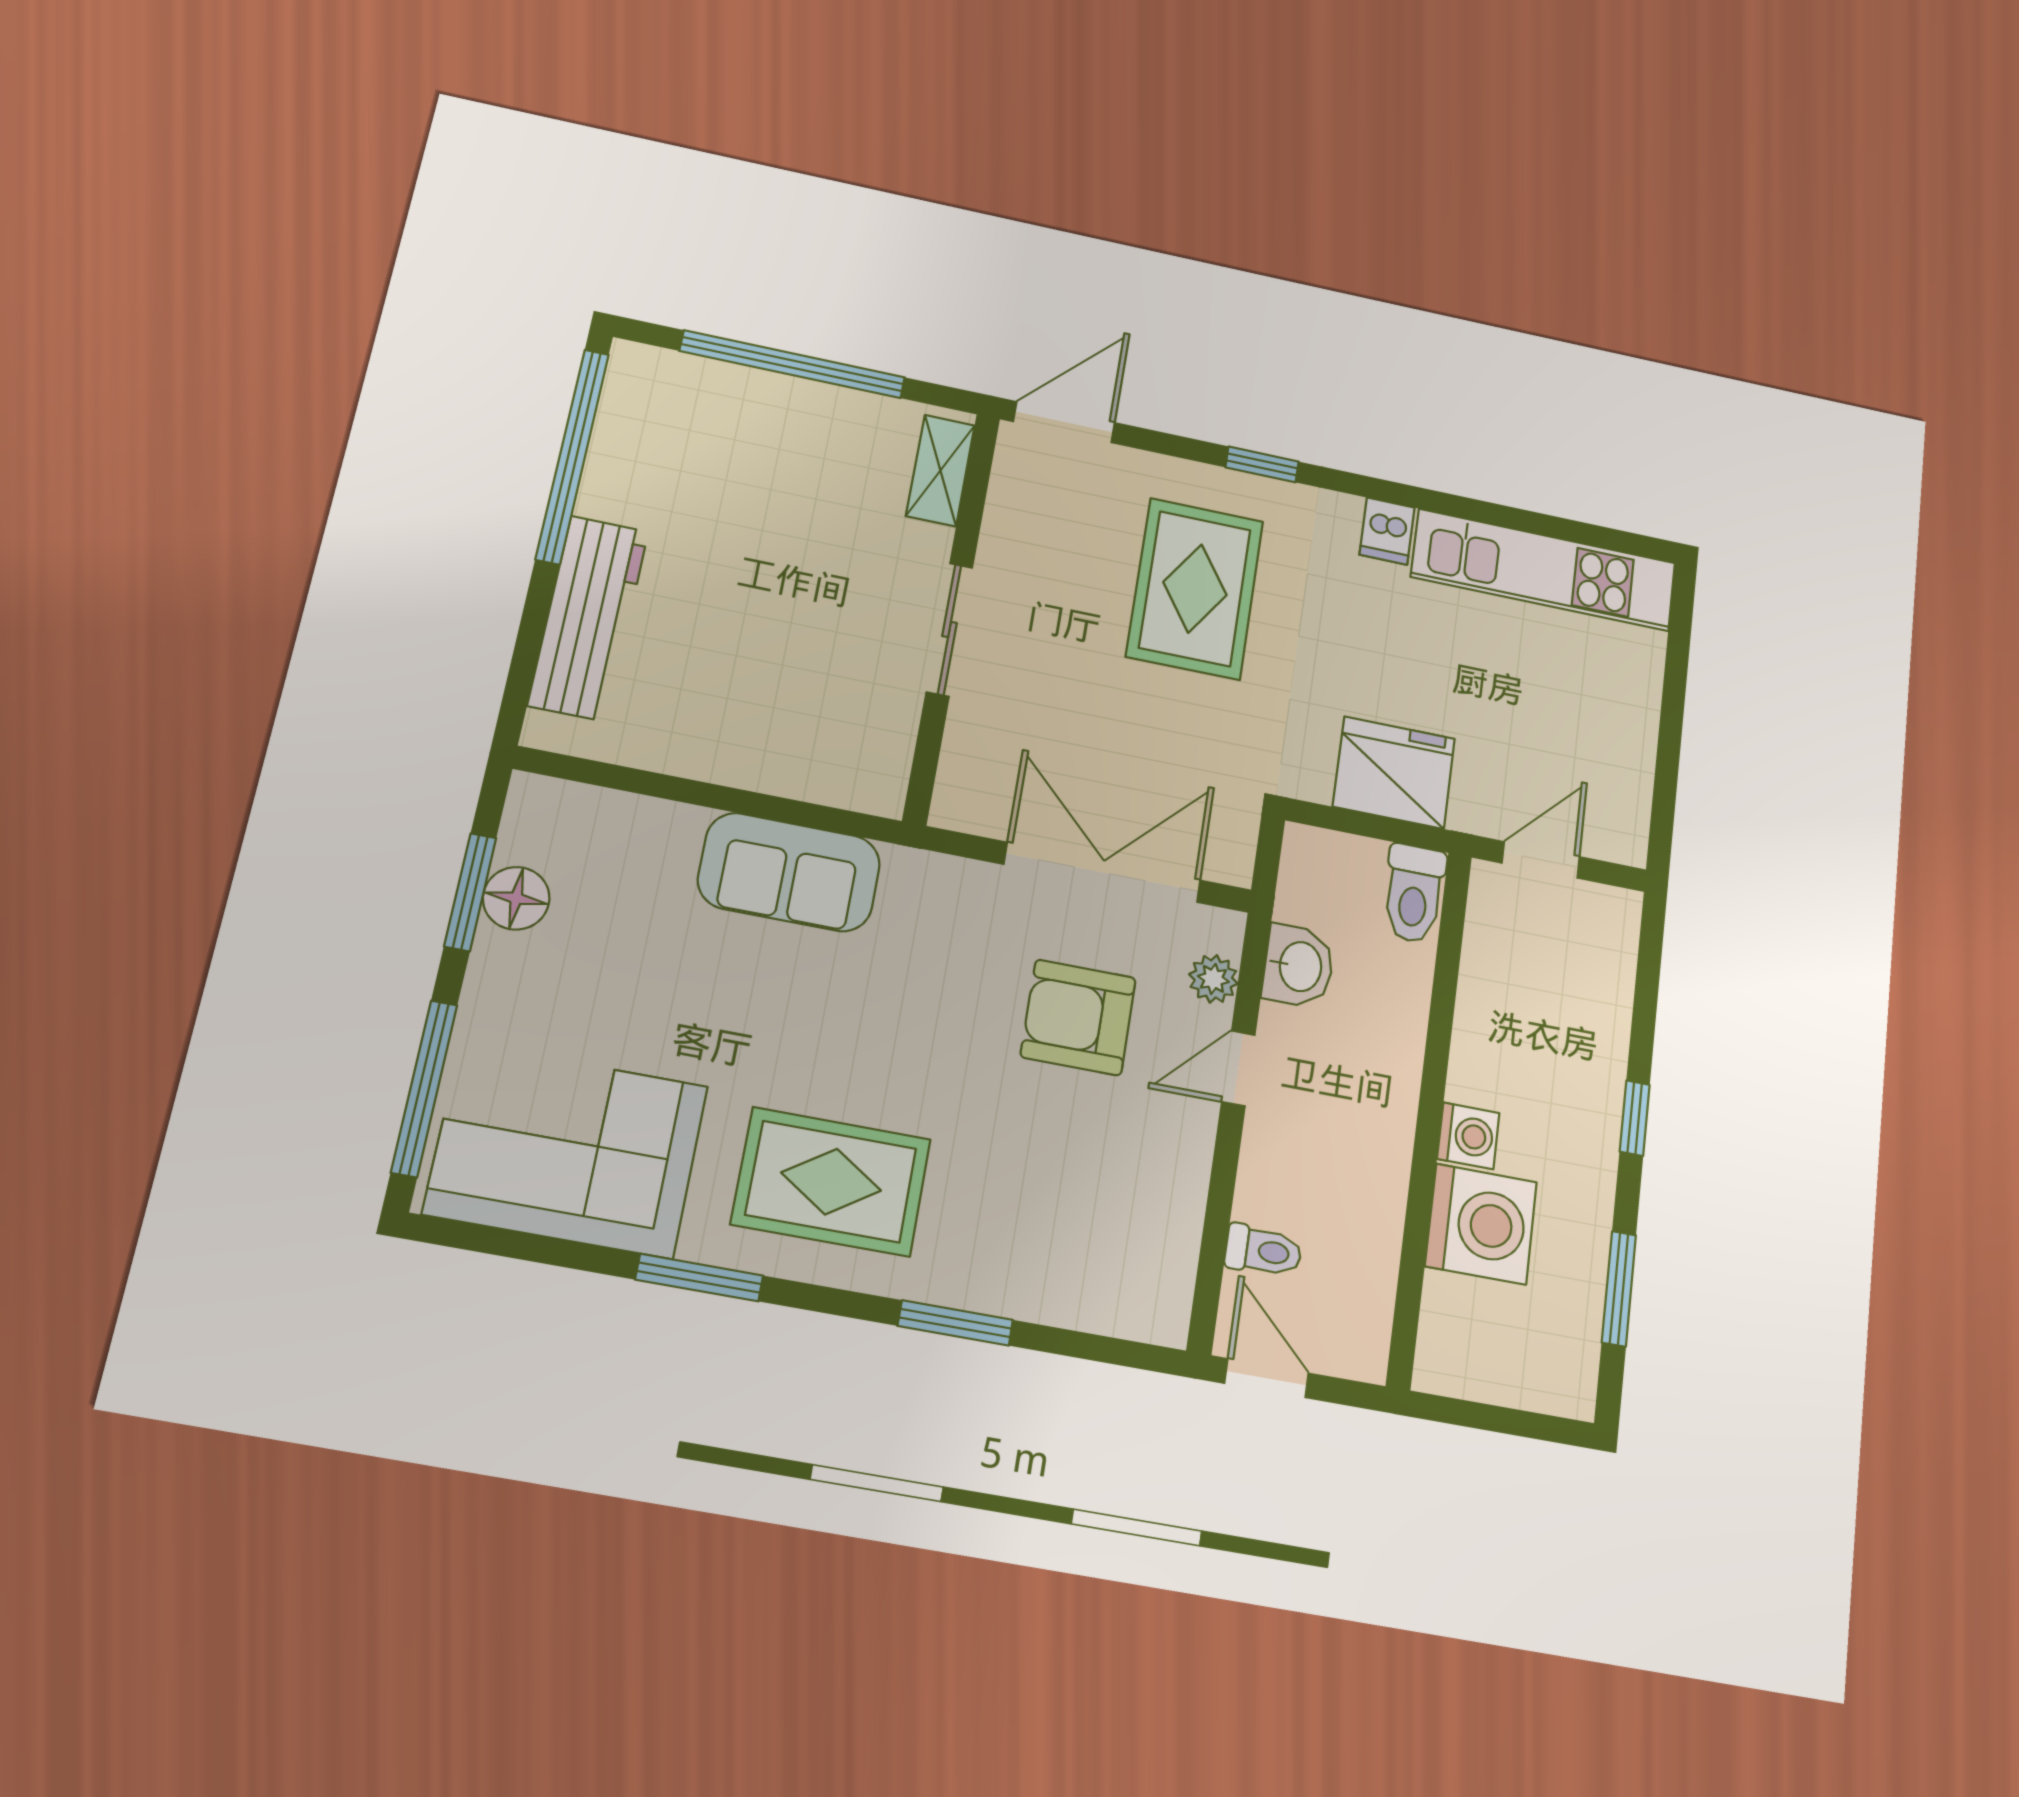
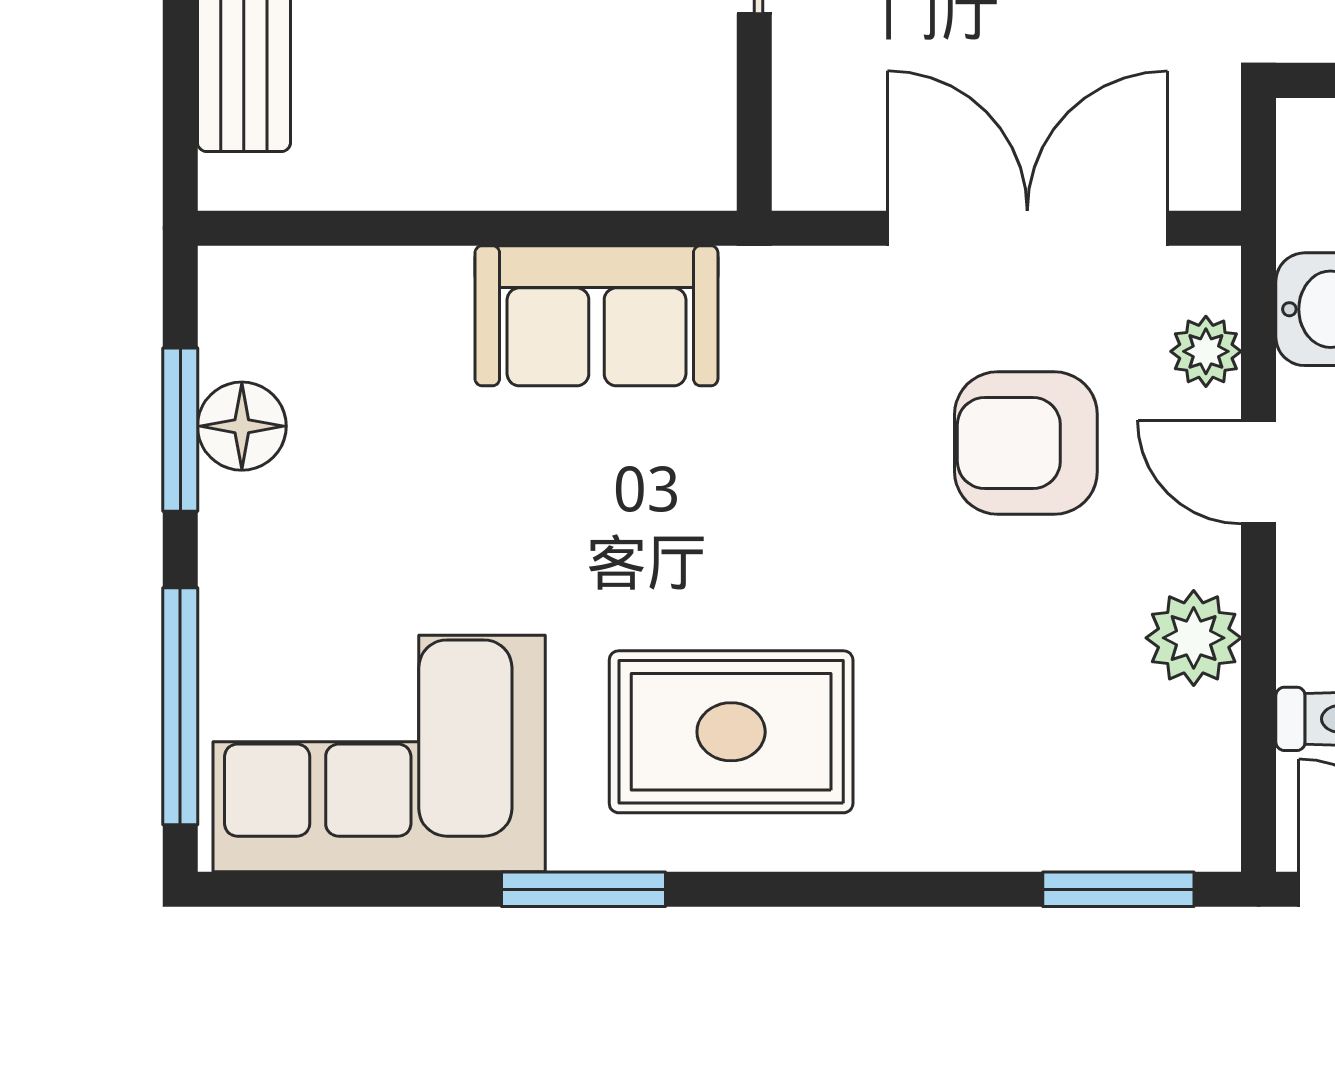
door: (1238, 1068) -> (1259, 472), hinge flipped
plant: (1176, 1176) -> (1194, 638), added
window: (955, 1323) -> (1118, 889), moved

